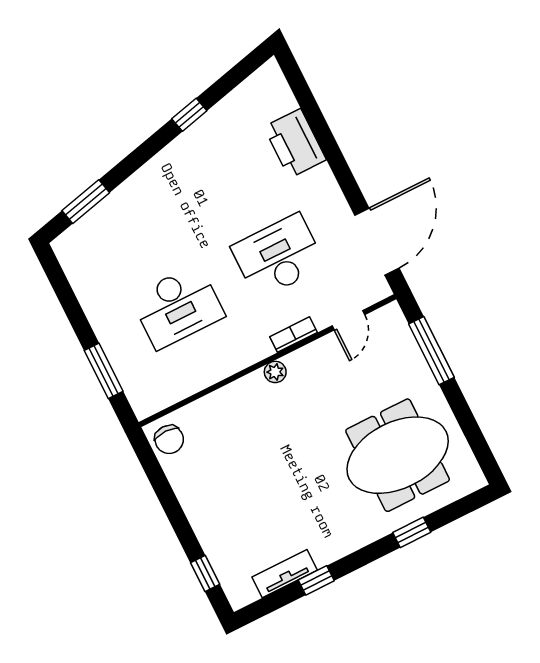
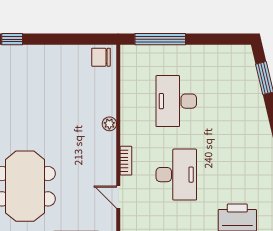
window: (104, 371) -> (160, 39), width x1.44
plant: (275, 372) -> (109, 124), moved

